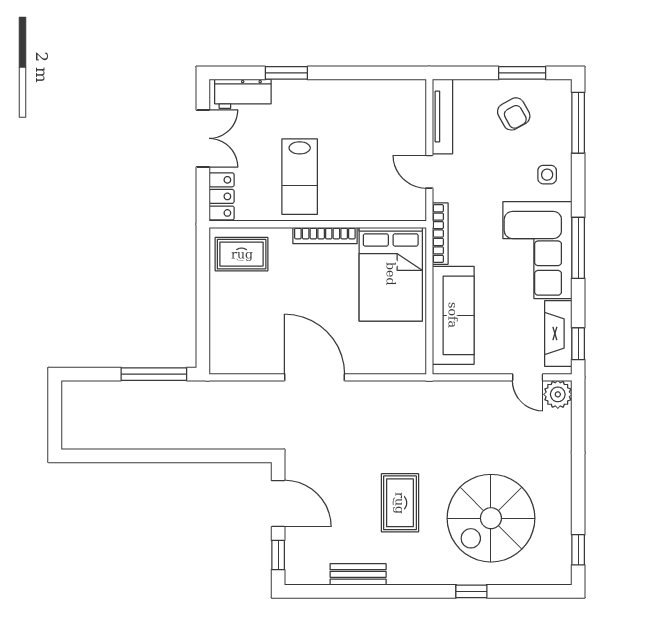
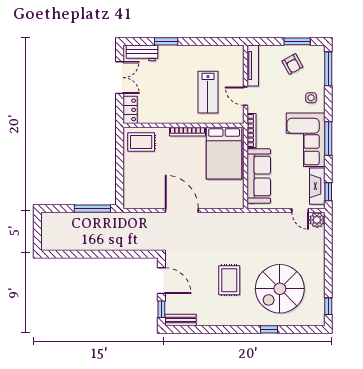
lab bench: (300, 177) -> (208, 92), moved
bench: (358, 574) -> (181, 320), moved

